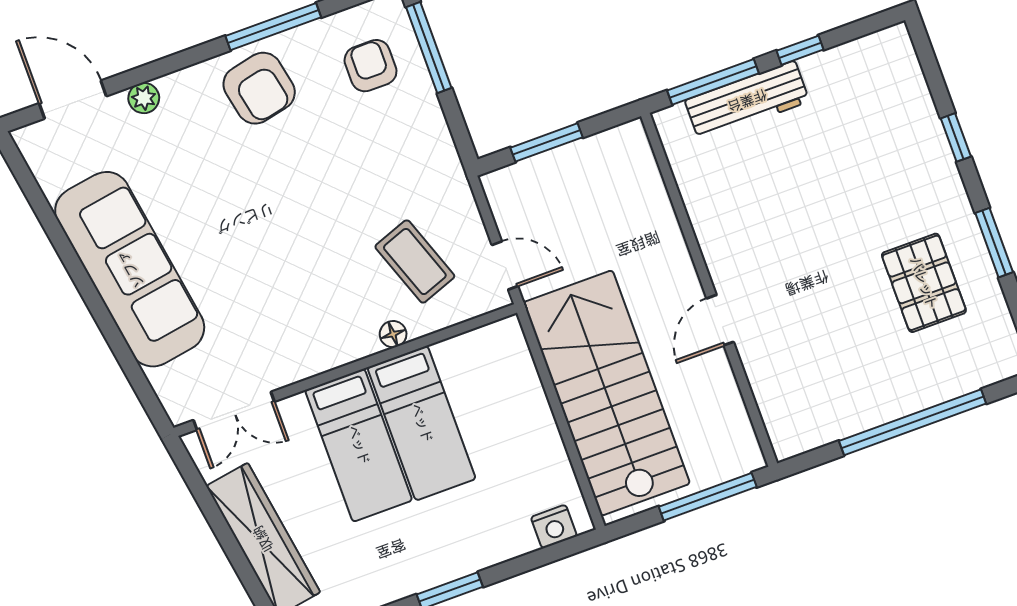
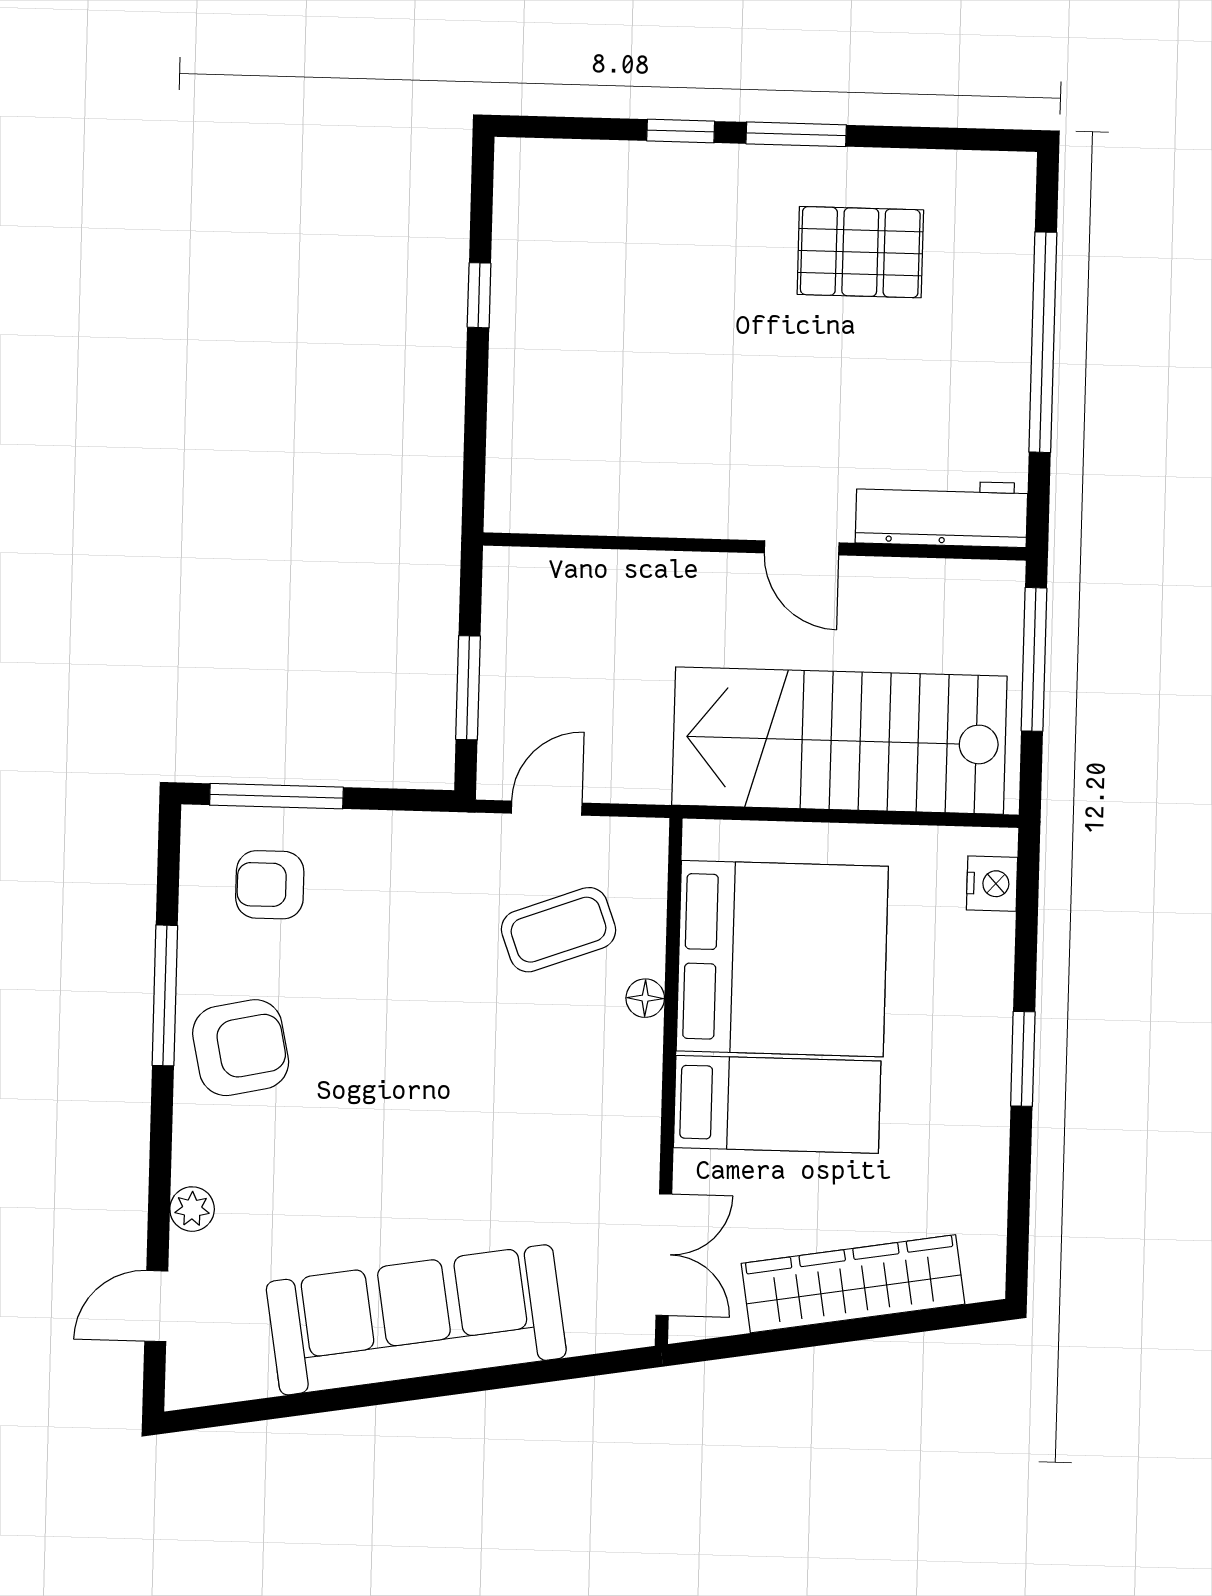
window: (713, 82) -> (475, 430), removed
door: (73, 100) -> (156, 1306), width x0.73
workbench: (747, 101) -> (942, 513), moved, turned -90
window: (994, 243) -> (796, 134), moved
door: (505, 265) -> (547, 808), moved
bed: (422, 423) -> (782, 959), width x2.04

